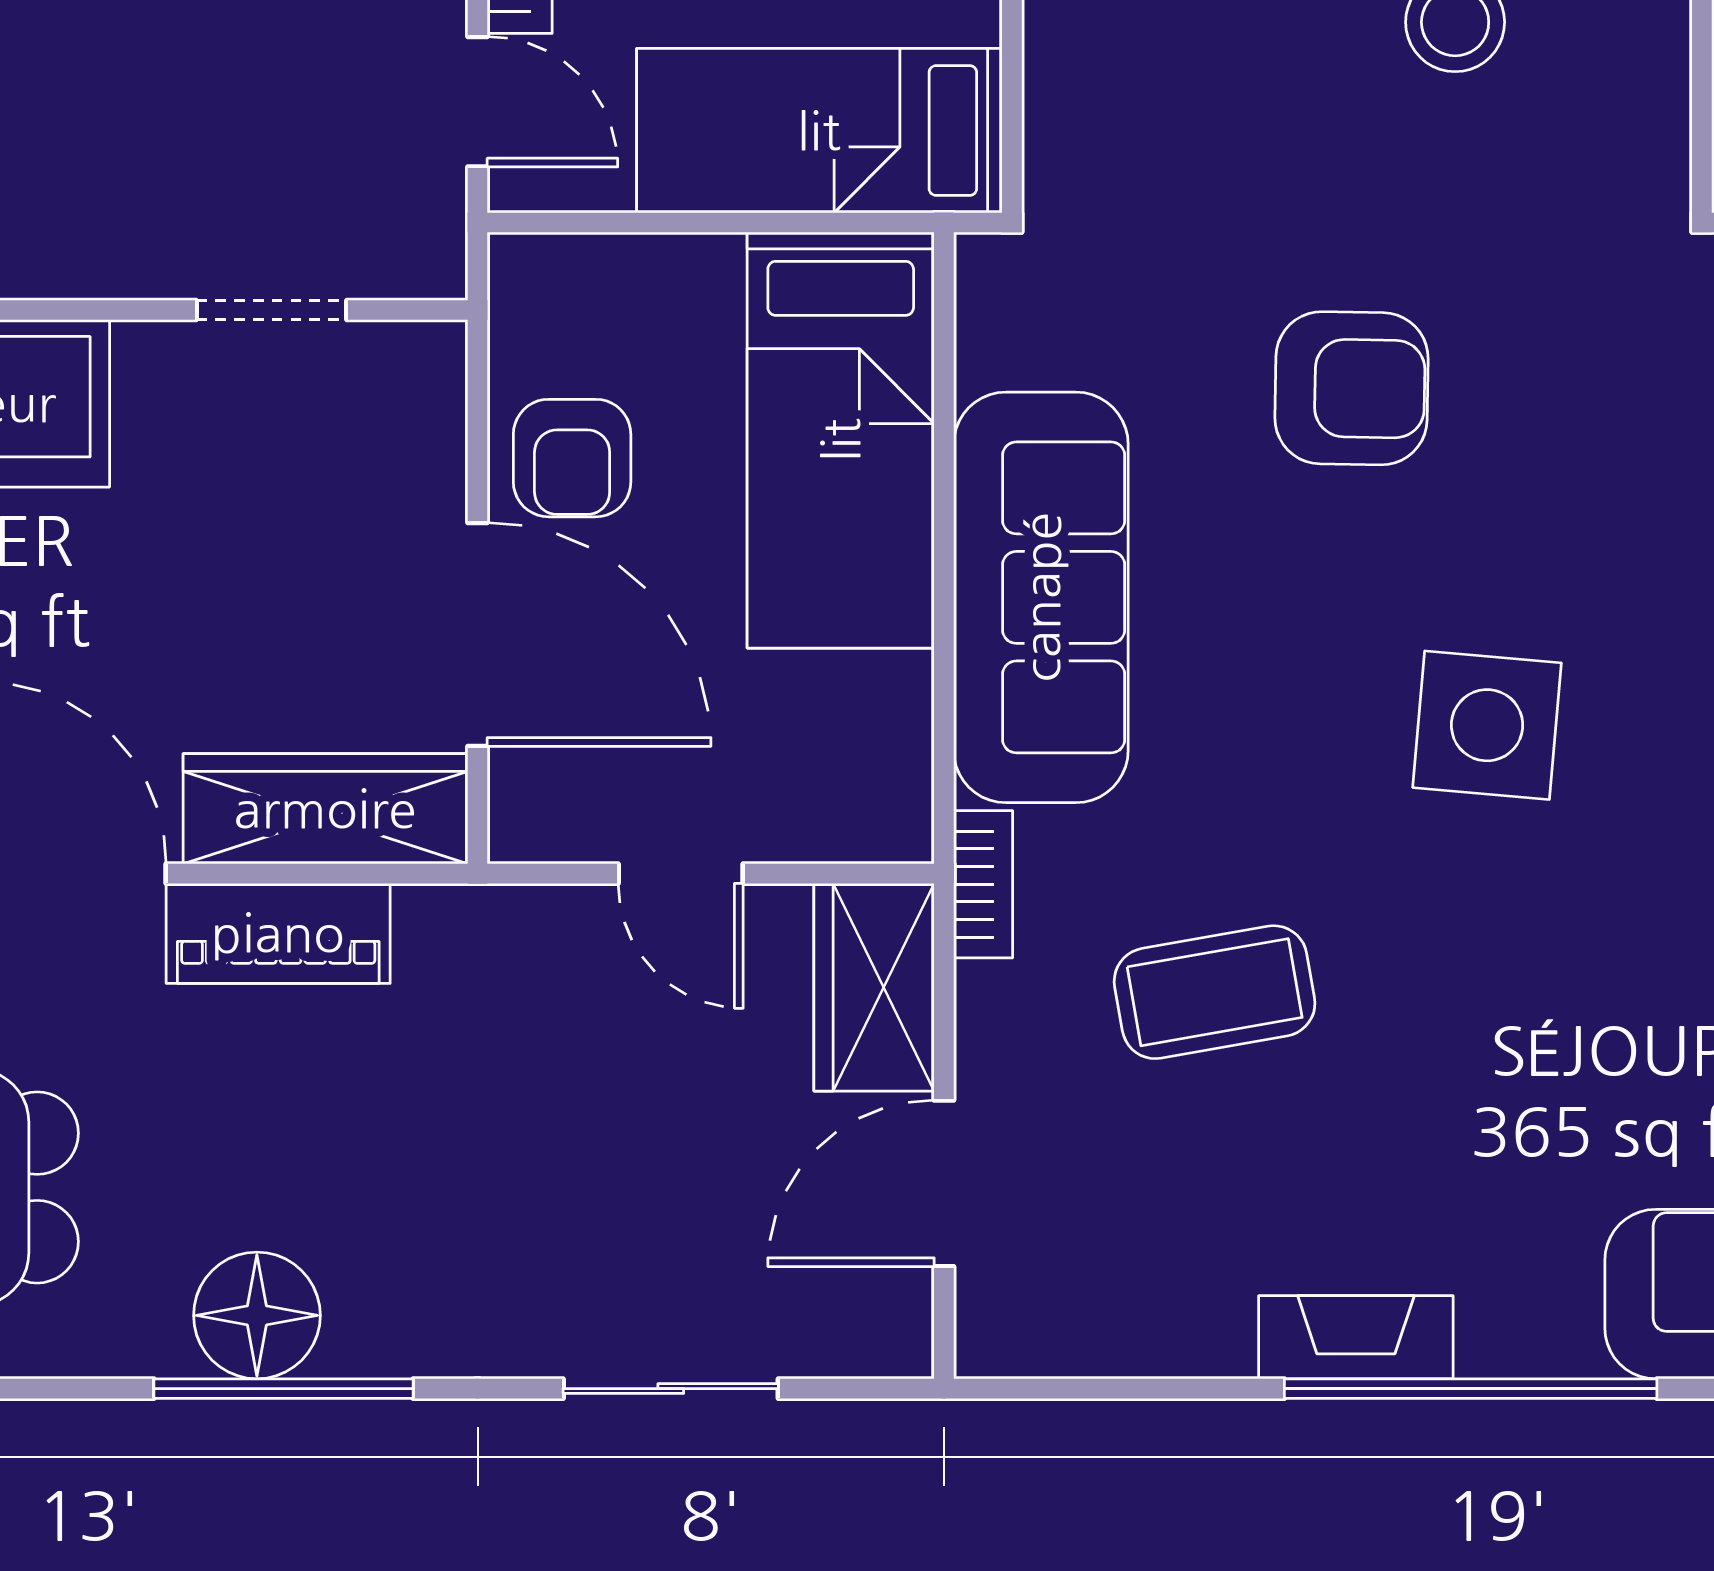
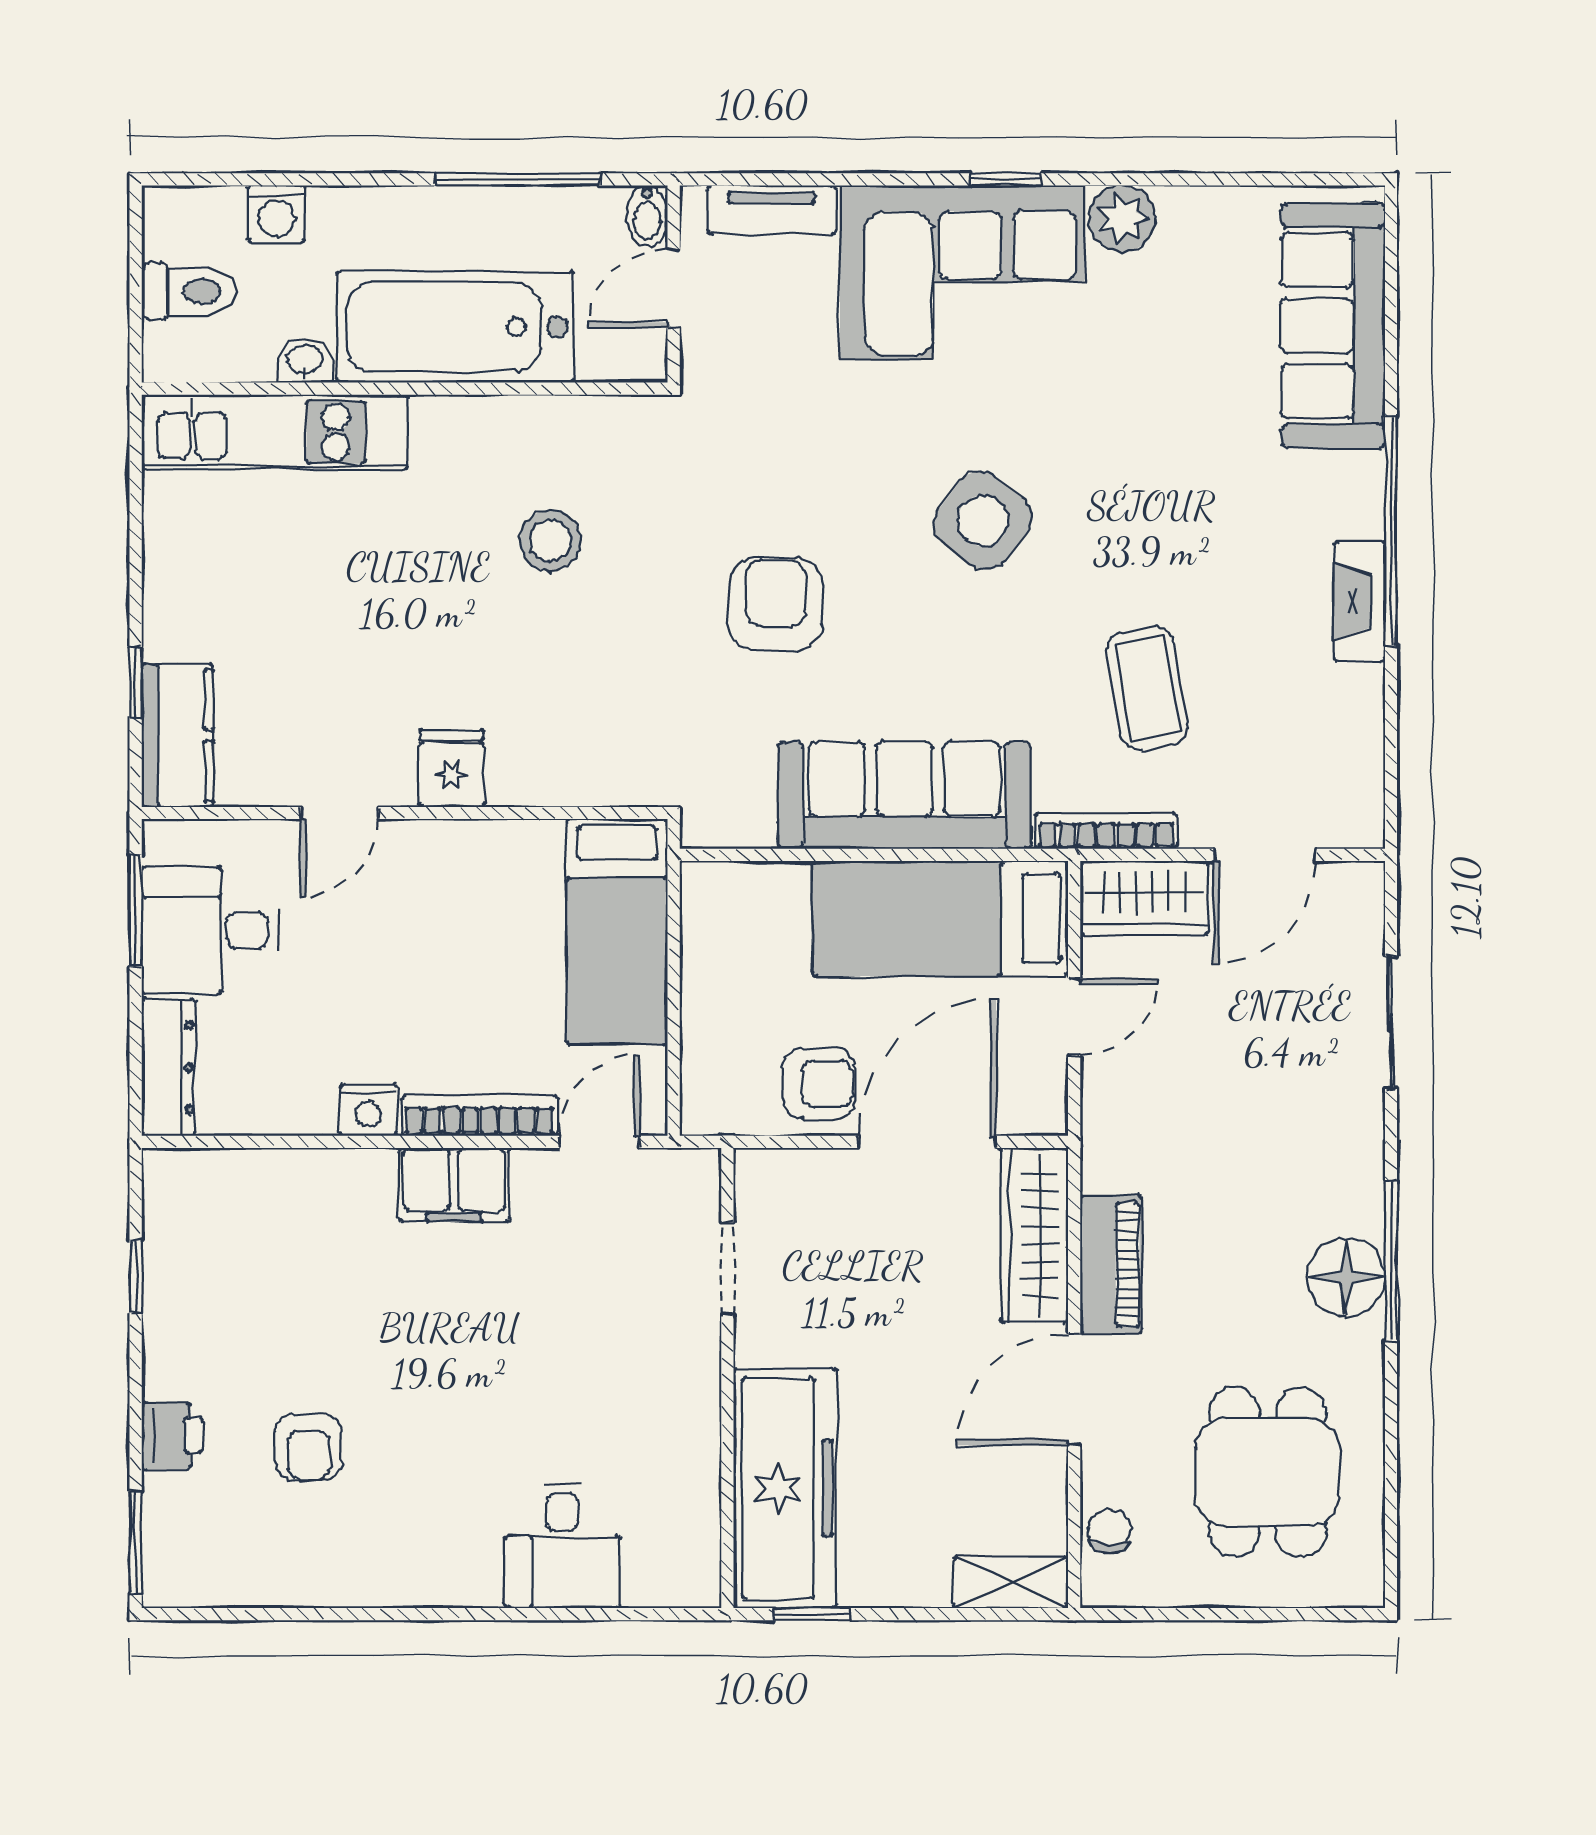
bed: (841, 440) -> (940, 918), moved, turned 180
side table: (1487, 725) -> (983, 521), turned 32
bookcase: (983, 884) -> (1106, 831), width x1.56
door: (944, 1183) -> (1265, 855), hinge flipped

